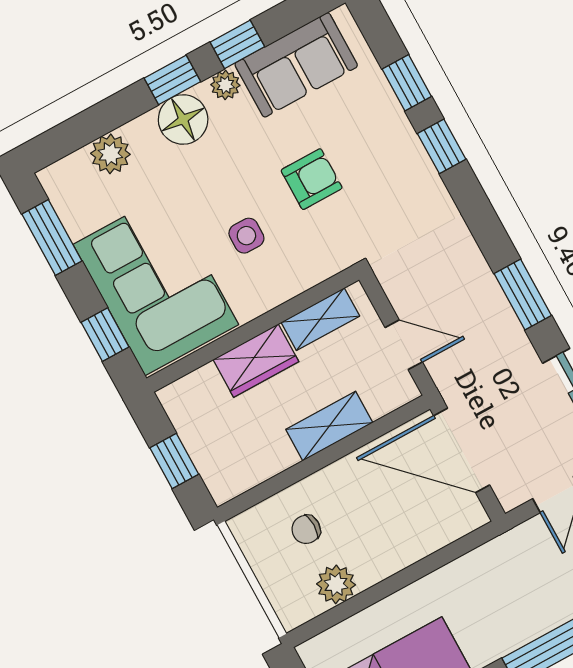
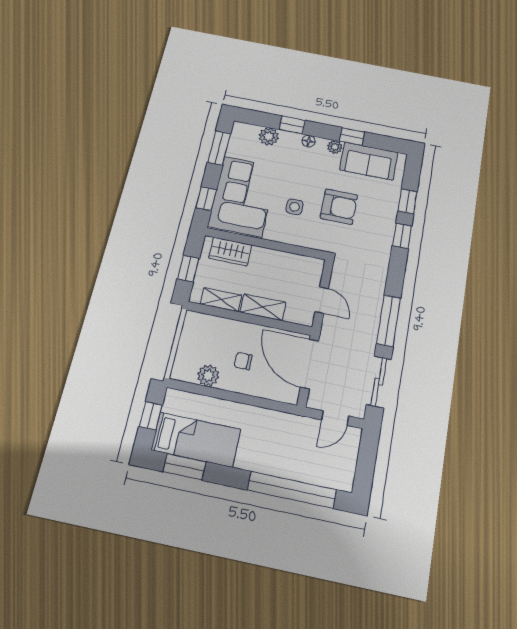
window: (172, 80) -> (292, 125), moved
floor lamp: (183, 119) -> (309, 141), width x0.53, depth x0.53
armchair: (312, 179) -> (339, 207), width x1.38, depth x1.38
window: (523, 294) -> (389, 321), width x1.44
shelving: (320, 319) -> (221, 300), moved
wardrobe: (256, 361) -> (230, 252), moved
chair: (306, 529) -> (243, 361), moved

